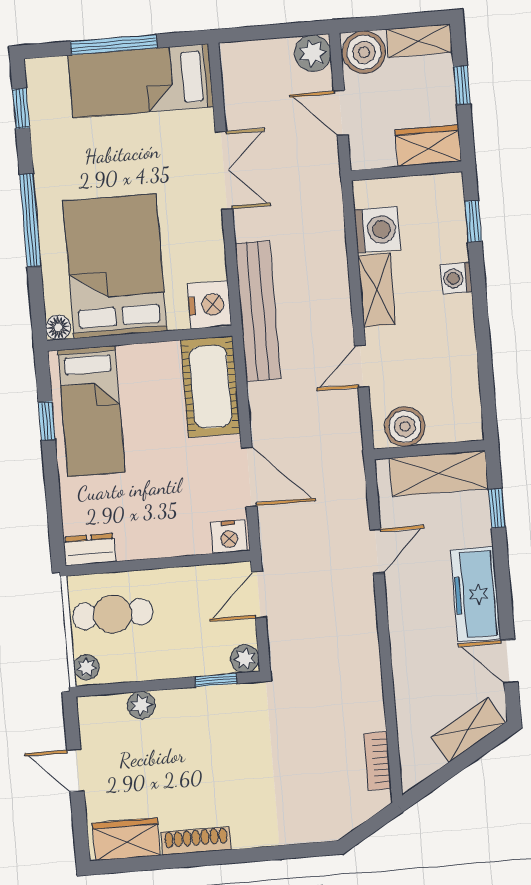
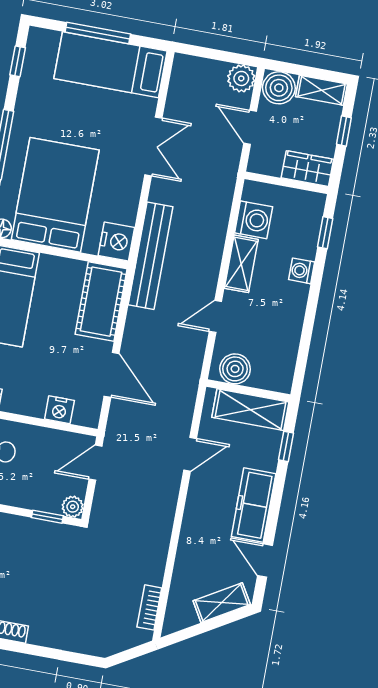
nightstand: (229, 537) -> (59, 410), moved

